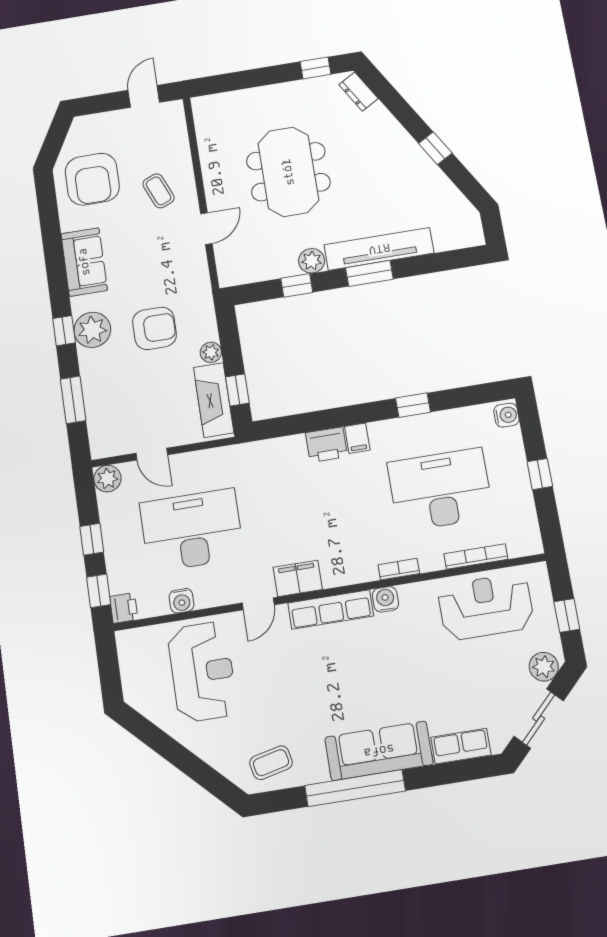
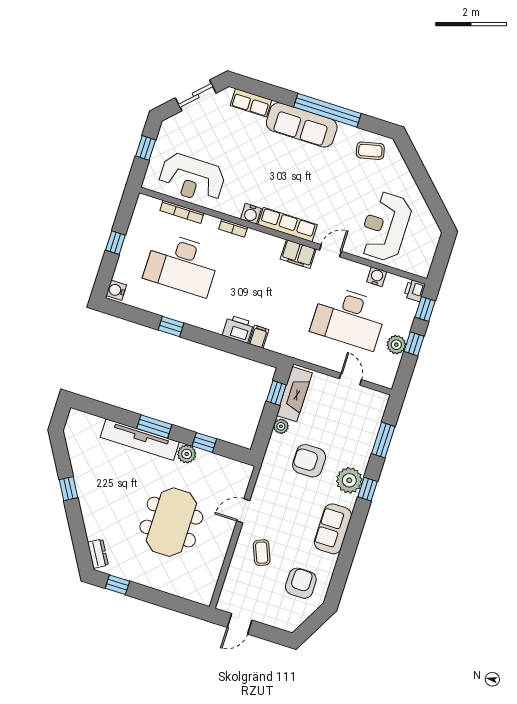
armchair: (92, 179) -> (301, 583), width x0.73, depth x0.73
filing cabinet: (357, 438) -> (259, 337), moved
plant: (107, 479) -> (396, 345), moved
plant: (544, 667) -> (176, 124), removed

